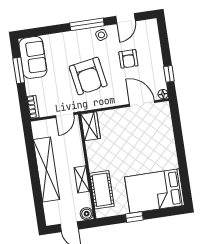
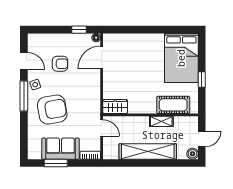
sofa: (33, 57) -> (60, 149), moved
armchair: (88, 76) -> (52, 110), moved
boiler: (87, 214) -> (193, 154), moved

